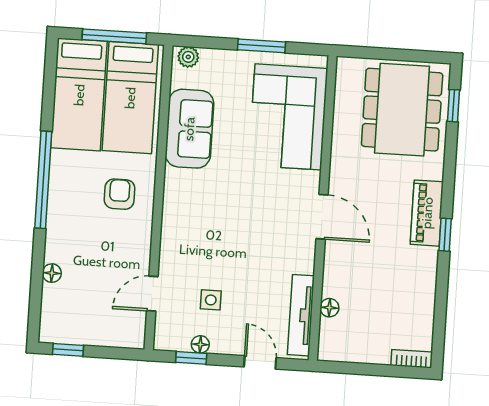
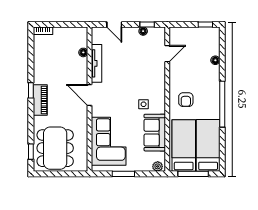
side table: (211, 300) -> (144, 104), moved
tv unit: (301, 315) -> (97, 63), moved

